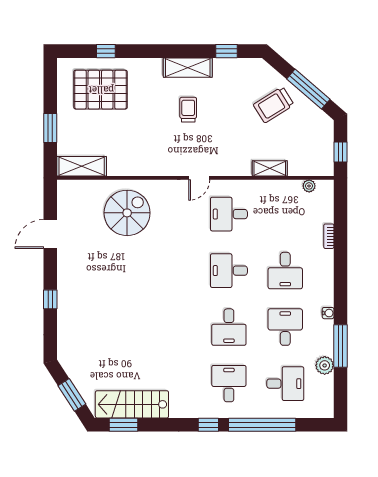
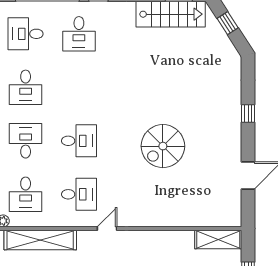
shelving: (270, 168) -> (40, 240), width x2.20, depth x1.33
spiral stairs: (127, 213) -> (163, 146), moved
desk: (229, 327) -> (26, 194), moved, turned 180
window: (72, 395) -> (228, 23), width x0.67

